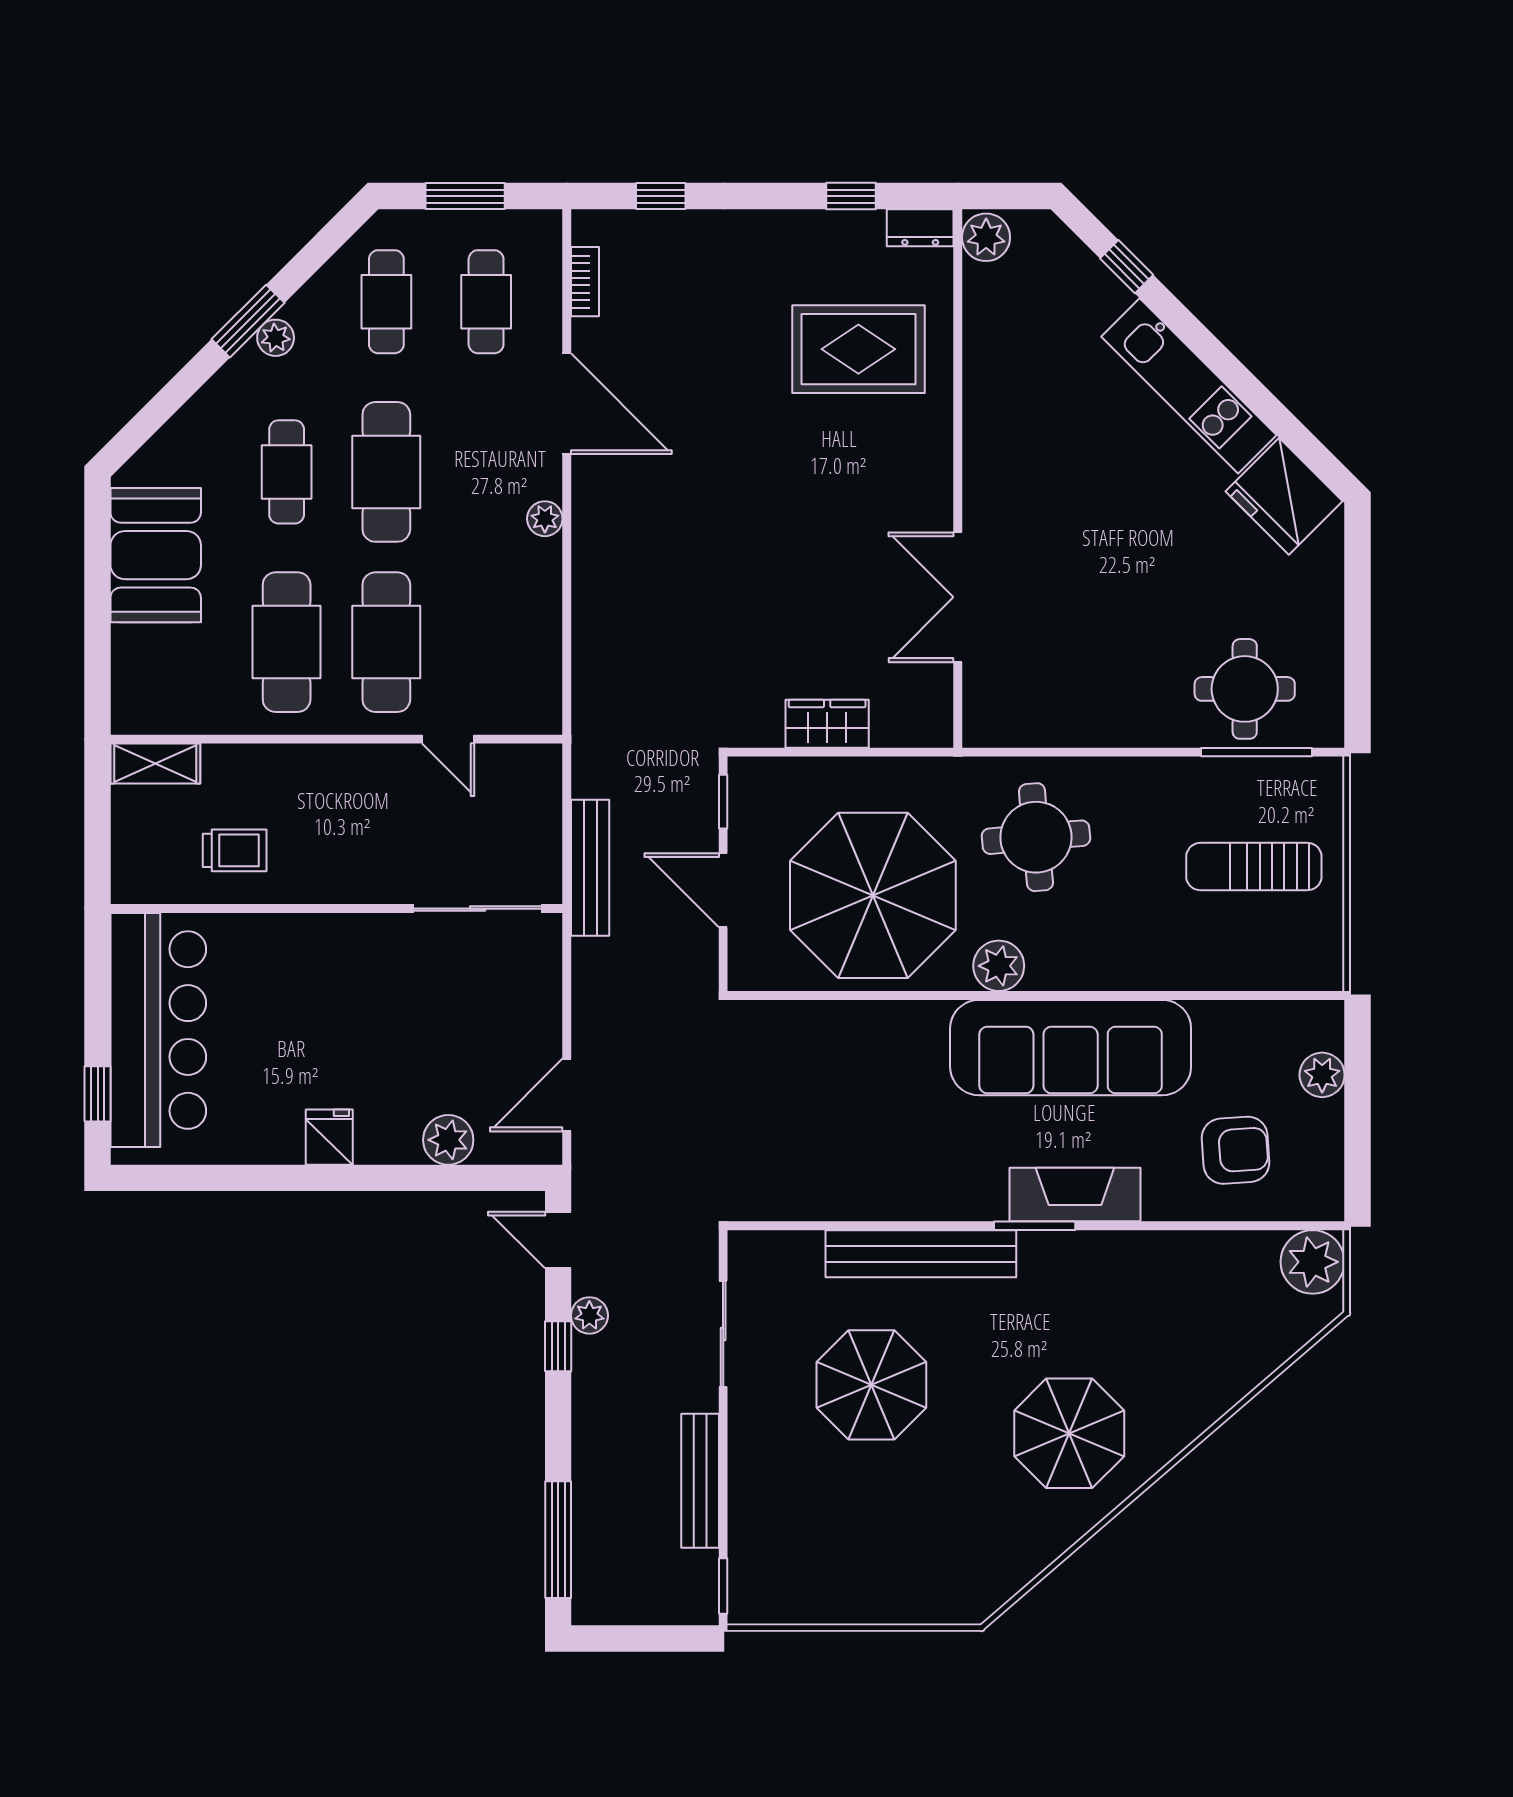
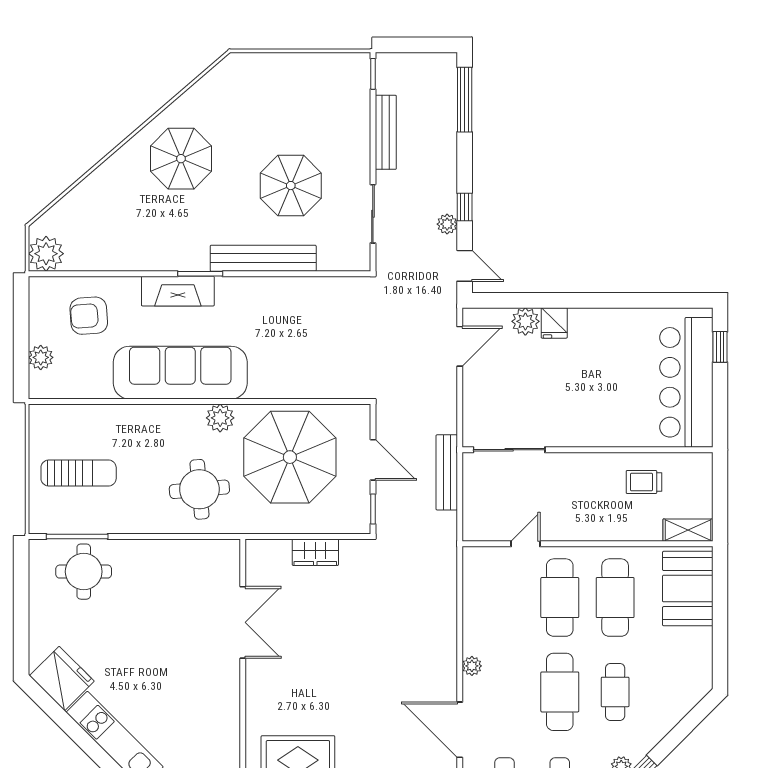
booth: (156, 555) -> (688, 589), moved
door: (448, 739) -> (525, 544), hinge flipped
fridge: (329, 1137) -> (554, 323), moved

